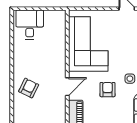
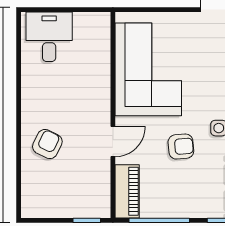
armchair: (108, 90) -> (181, 147), turned 85

